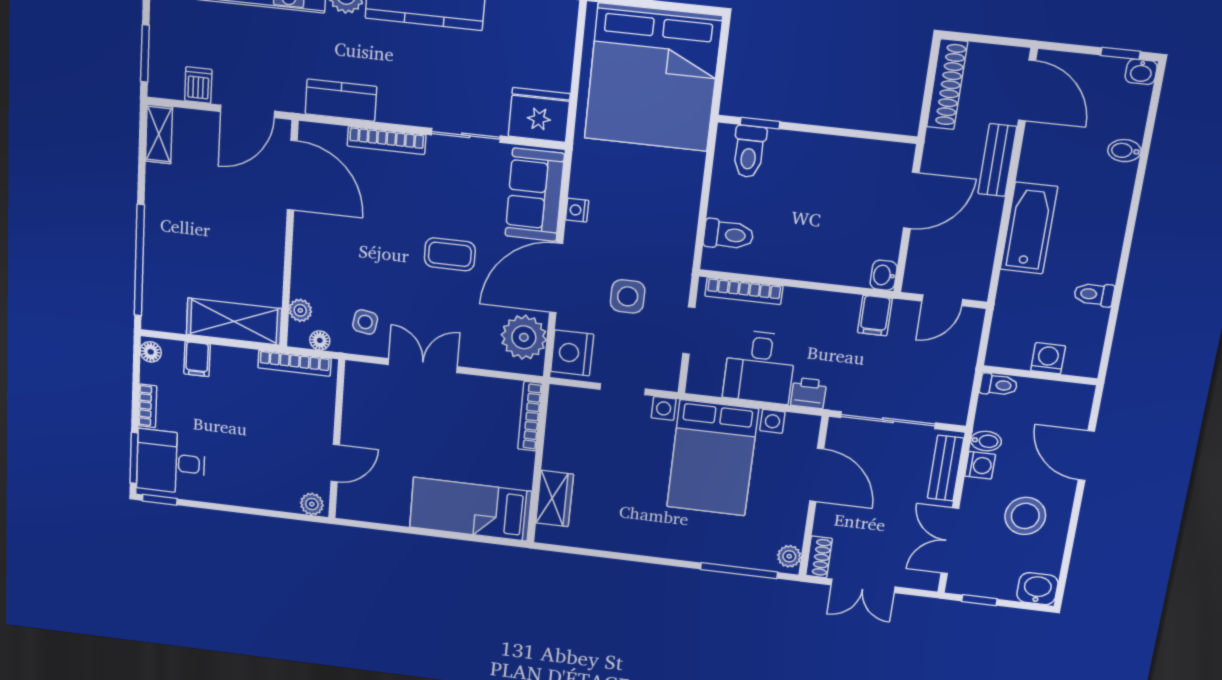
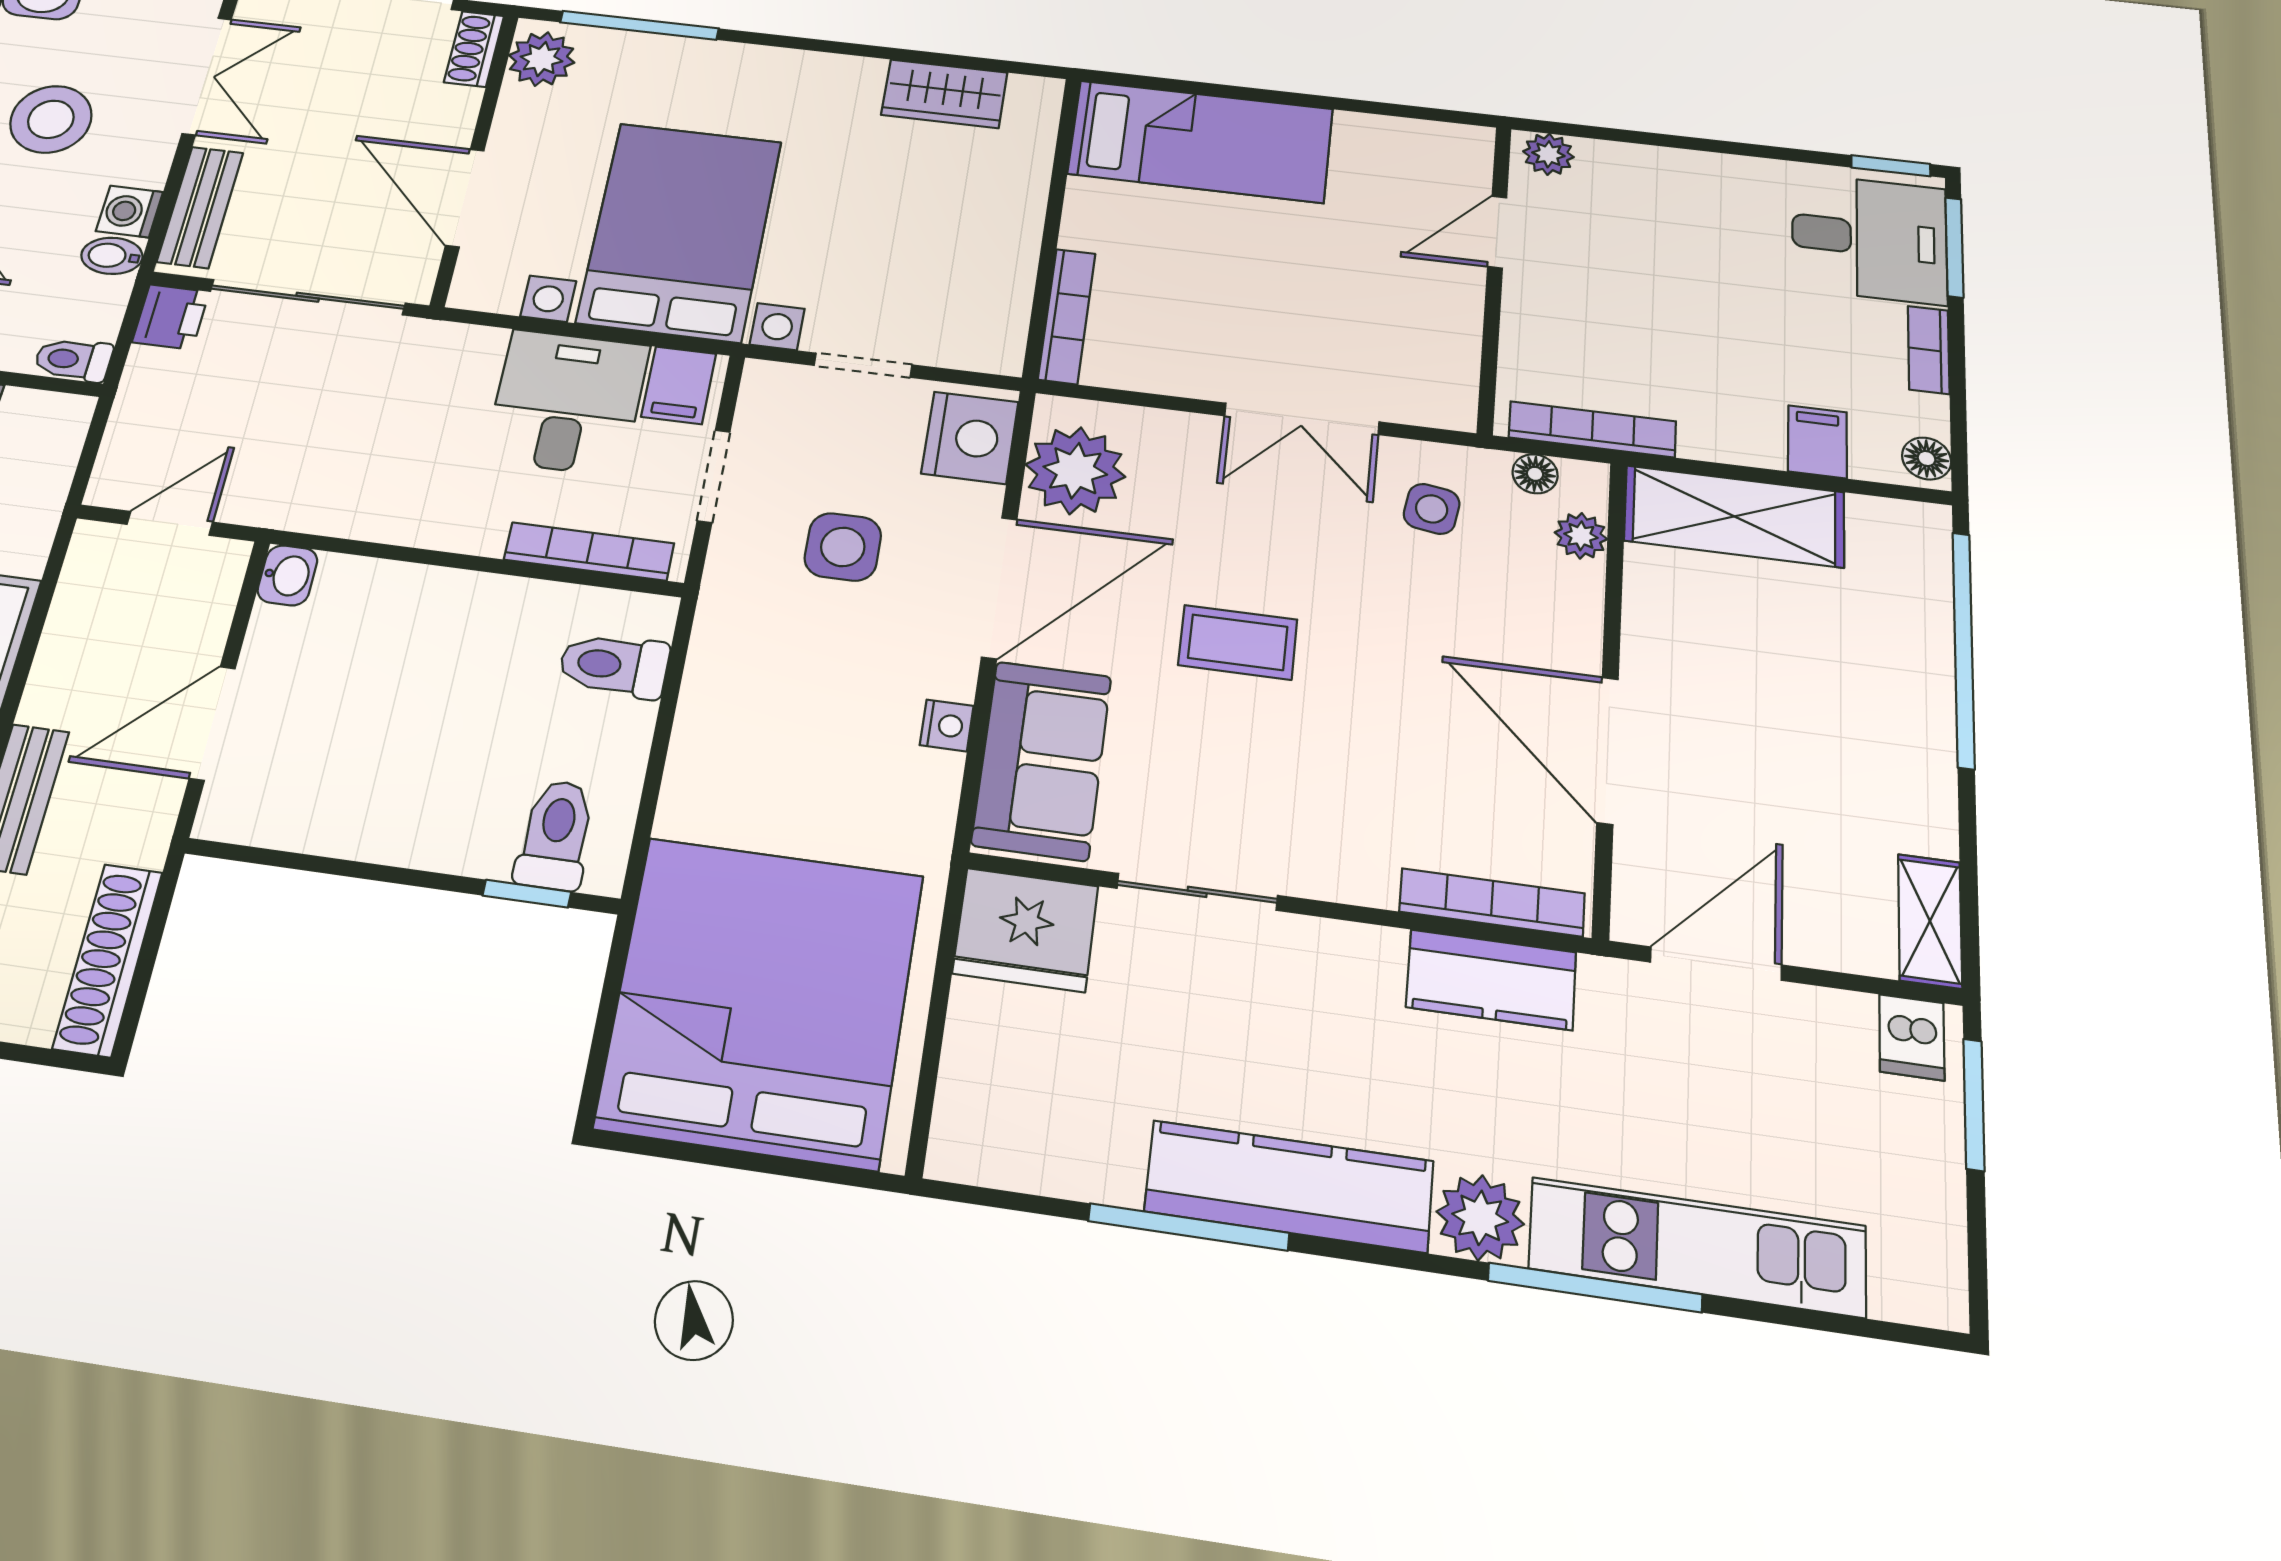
dishwasher: (198, 85) -> (1912, 1037), moved
bookcase: (386, 140) -> (1492, 902), moved
door: (292, 175) -> (1608, 750), moved
filing cabinet: (875, 316) -> (679, 385), moved, turned 180
printer: (809, 393) -> (171, 317), moved, turned -90
wardrobe: (555, 499) -> (944, 94), moved, turned -90
plant: (789, 556) -> (542, 59), width x1.38, depth x1.38

